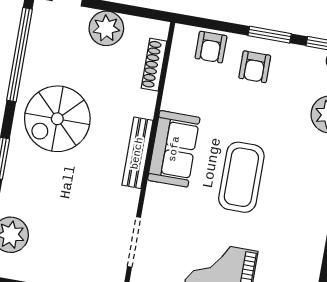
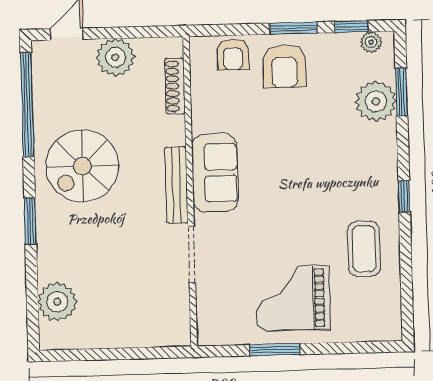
armchair: (255, 67) -> (284, 66), width x1.38, depth x1.38
coffee table: (241, 177) -> (364, 249), moved, width x0.73, depth x0.76
doorway: (134, 242) -> (192, 254), moved

